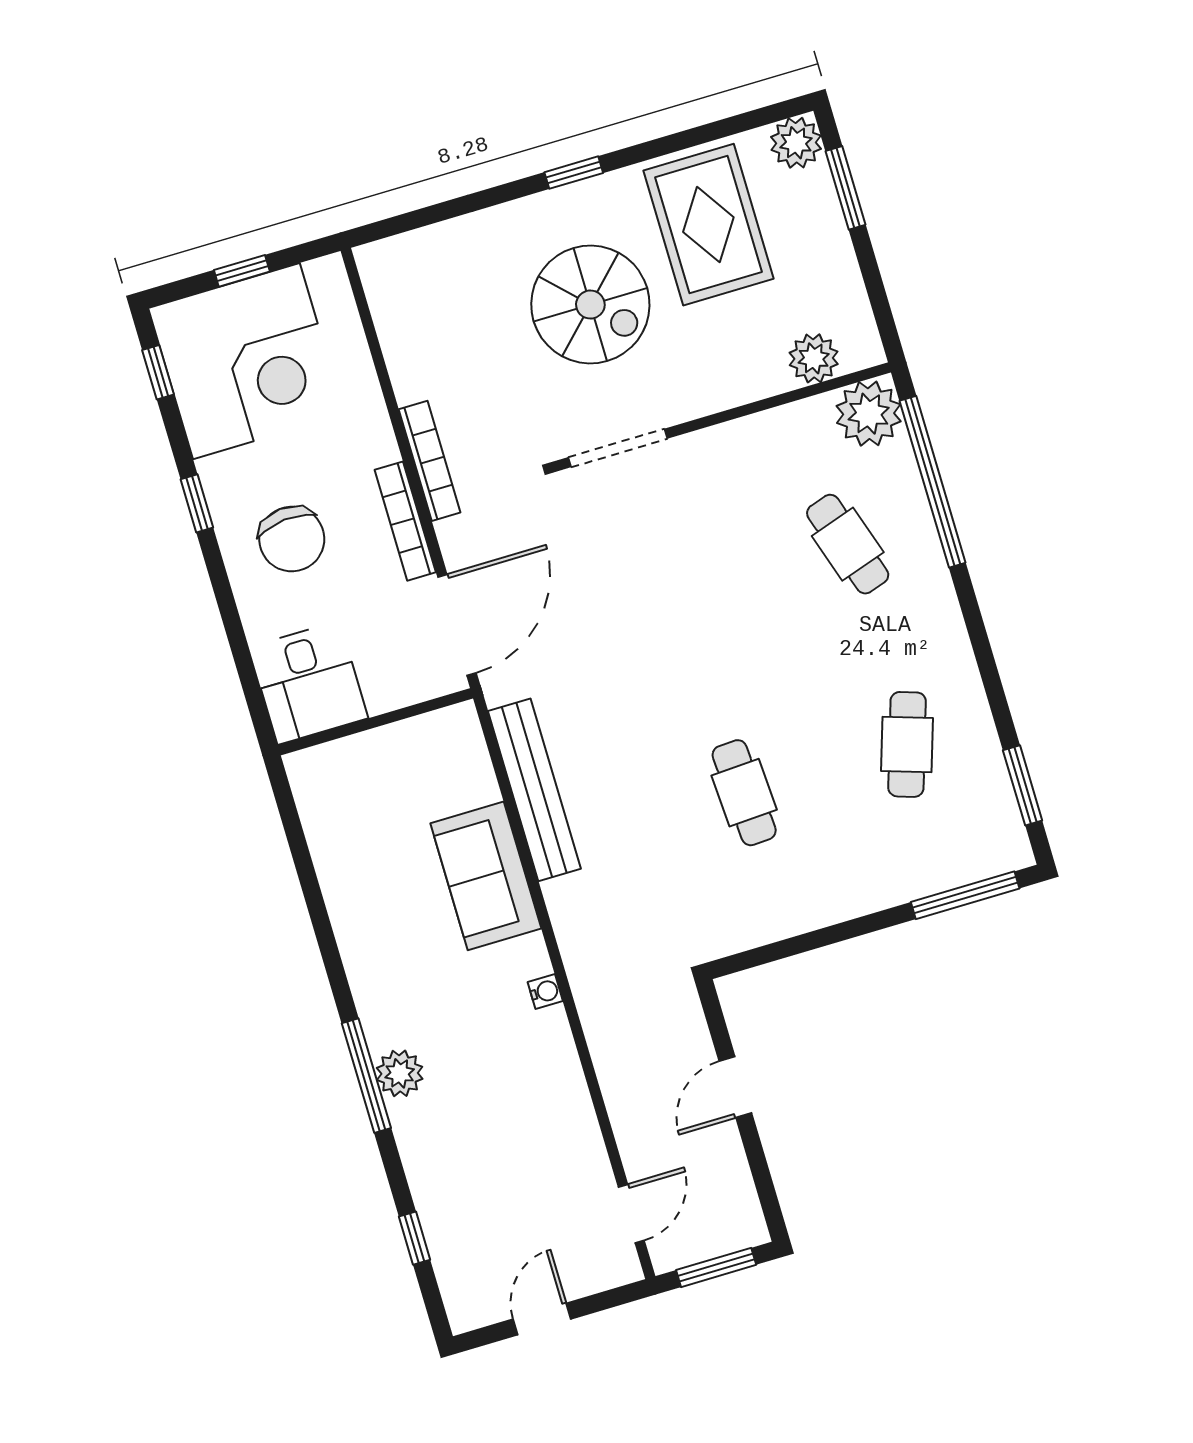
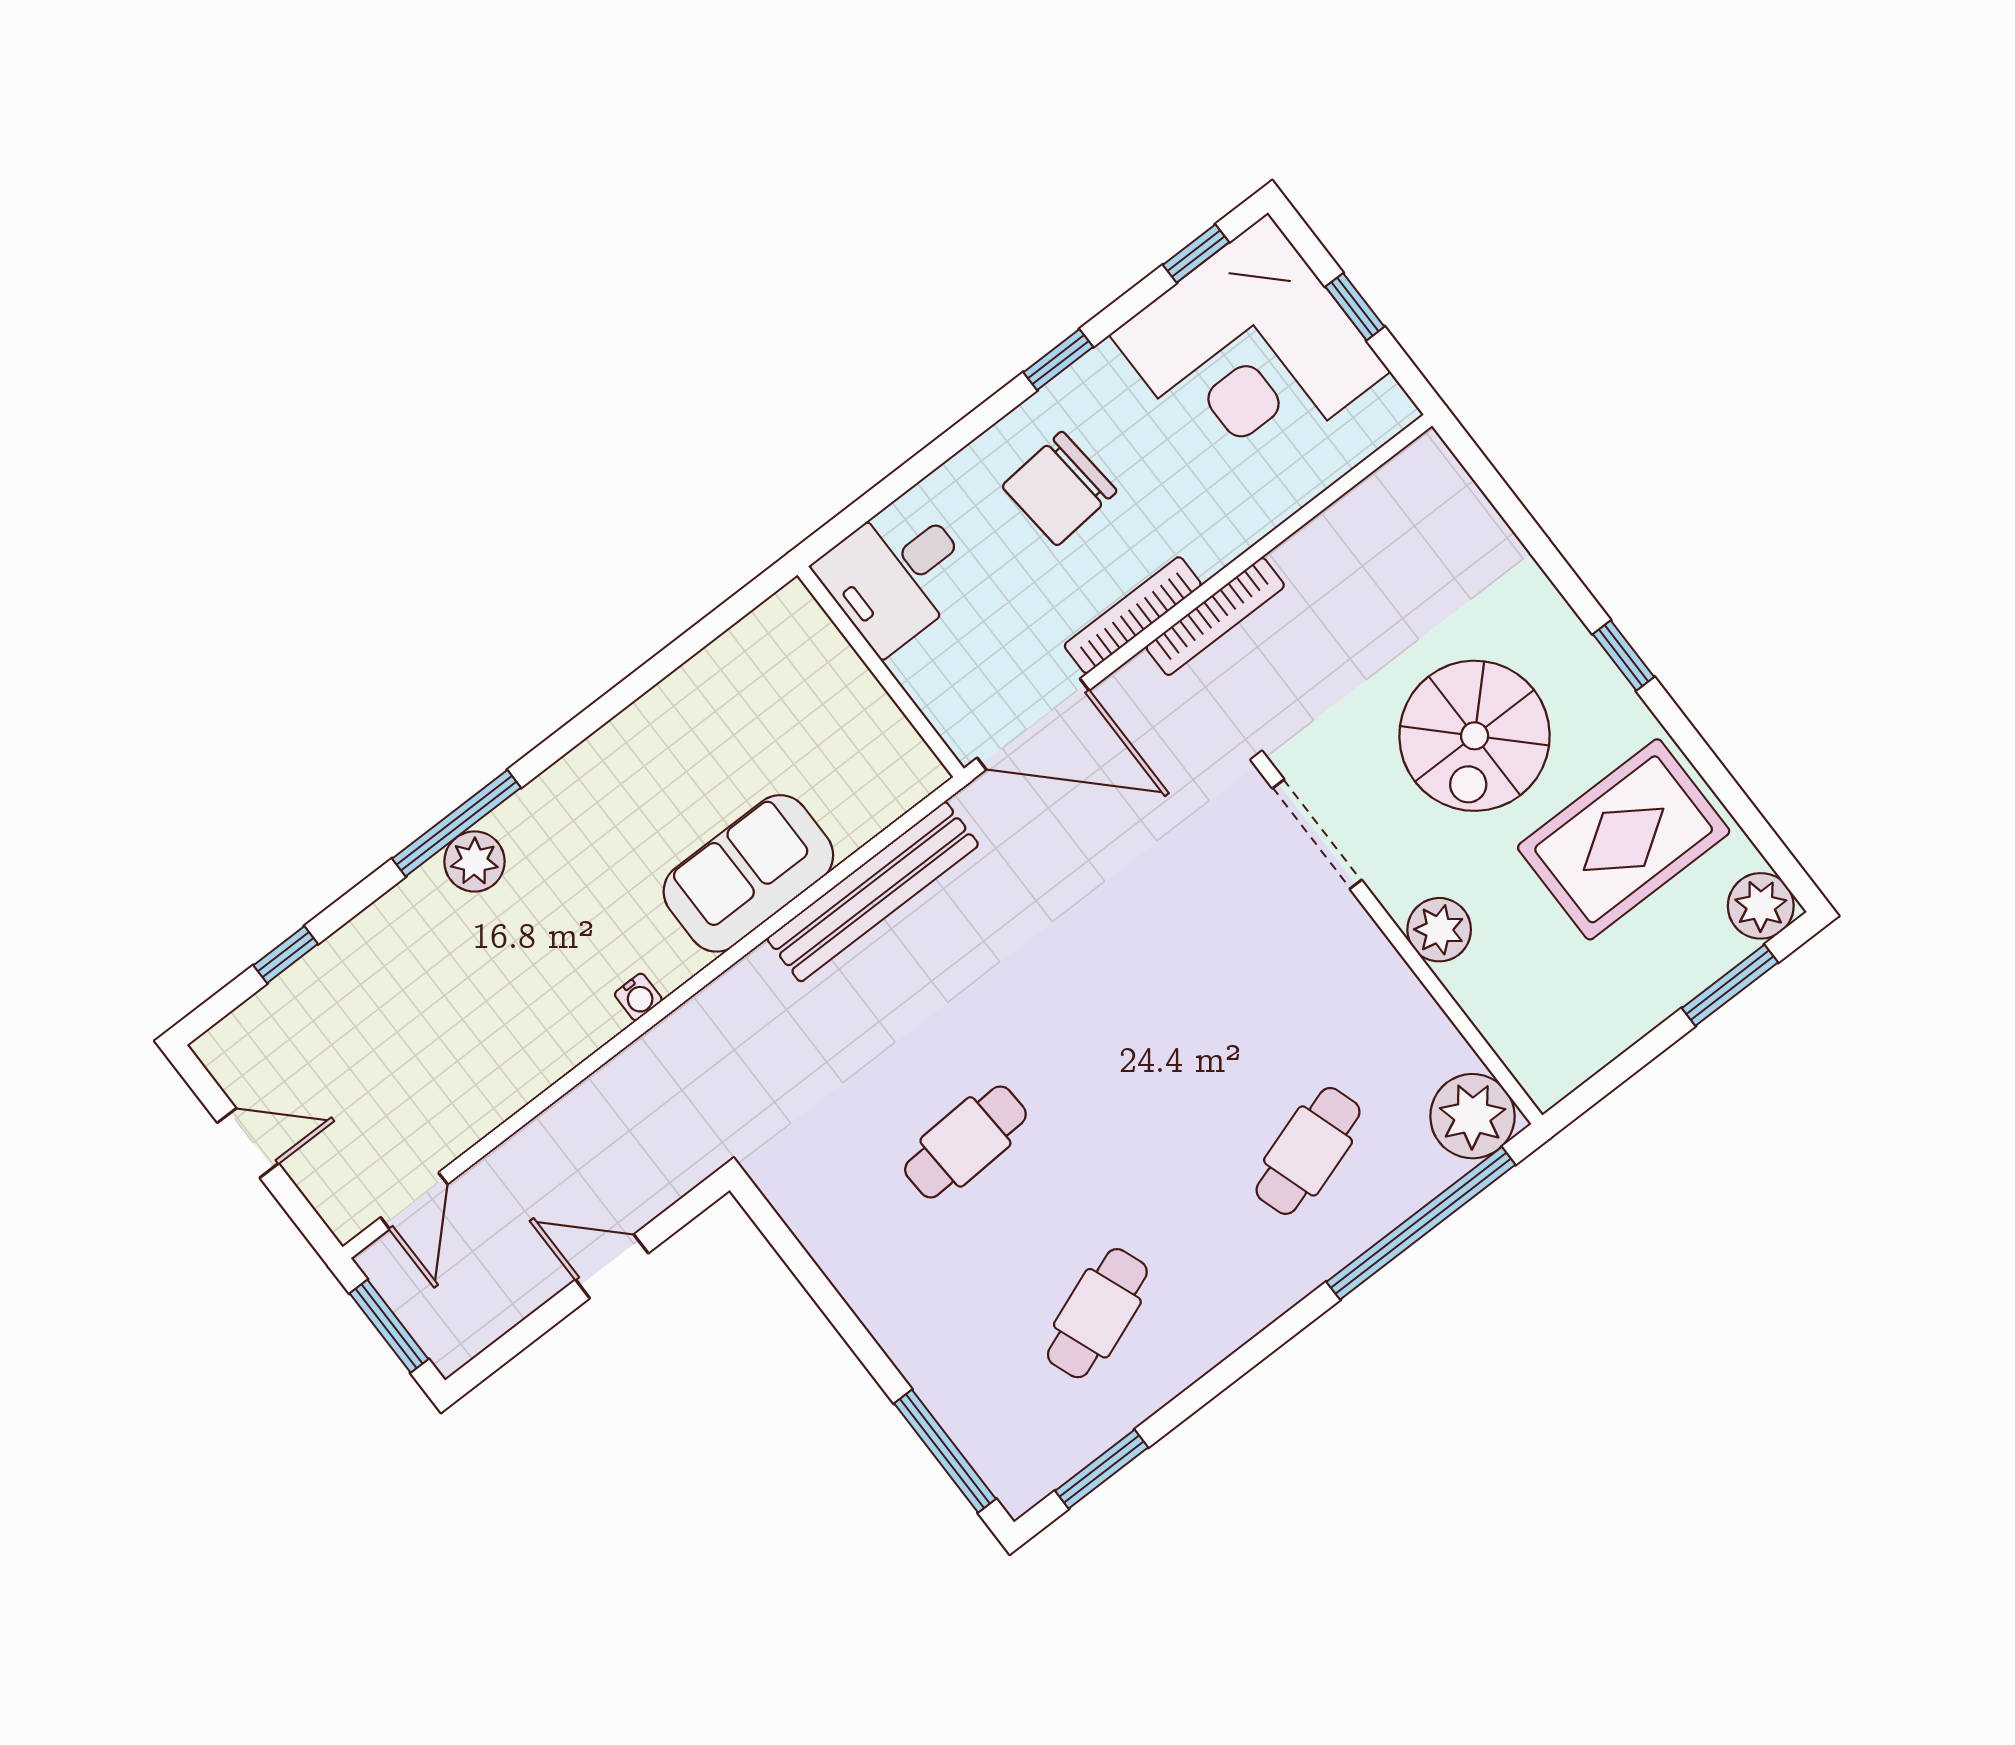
plant: (814, 358) -> (1439, 930), moved
cafe table: (907, 744) -> (1097, 1313), turned -39
door: (631, 1214) -> (414, 1201), hinge flipped

